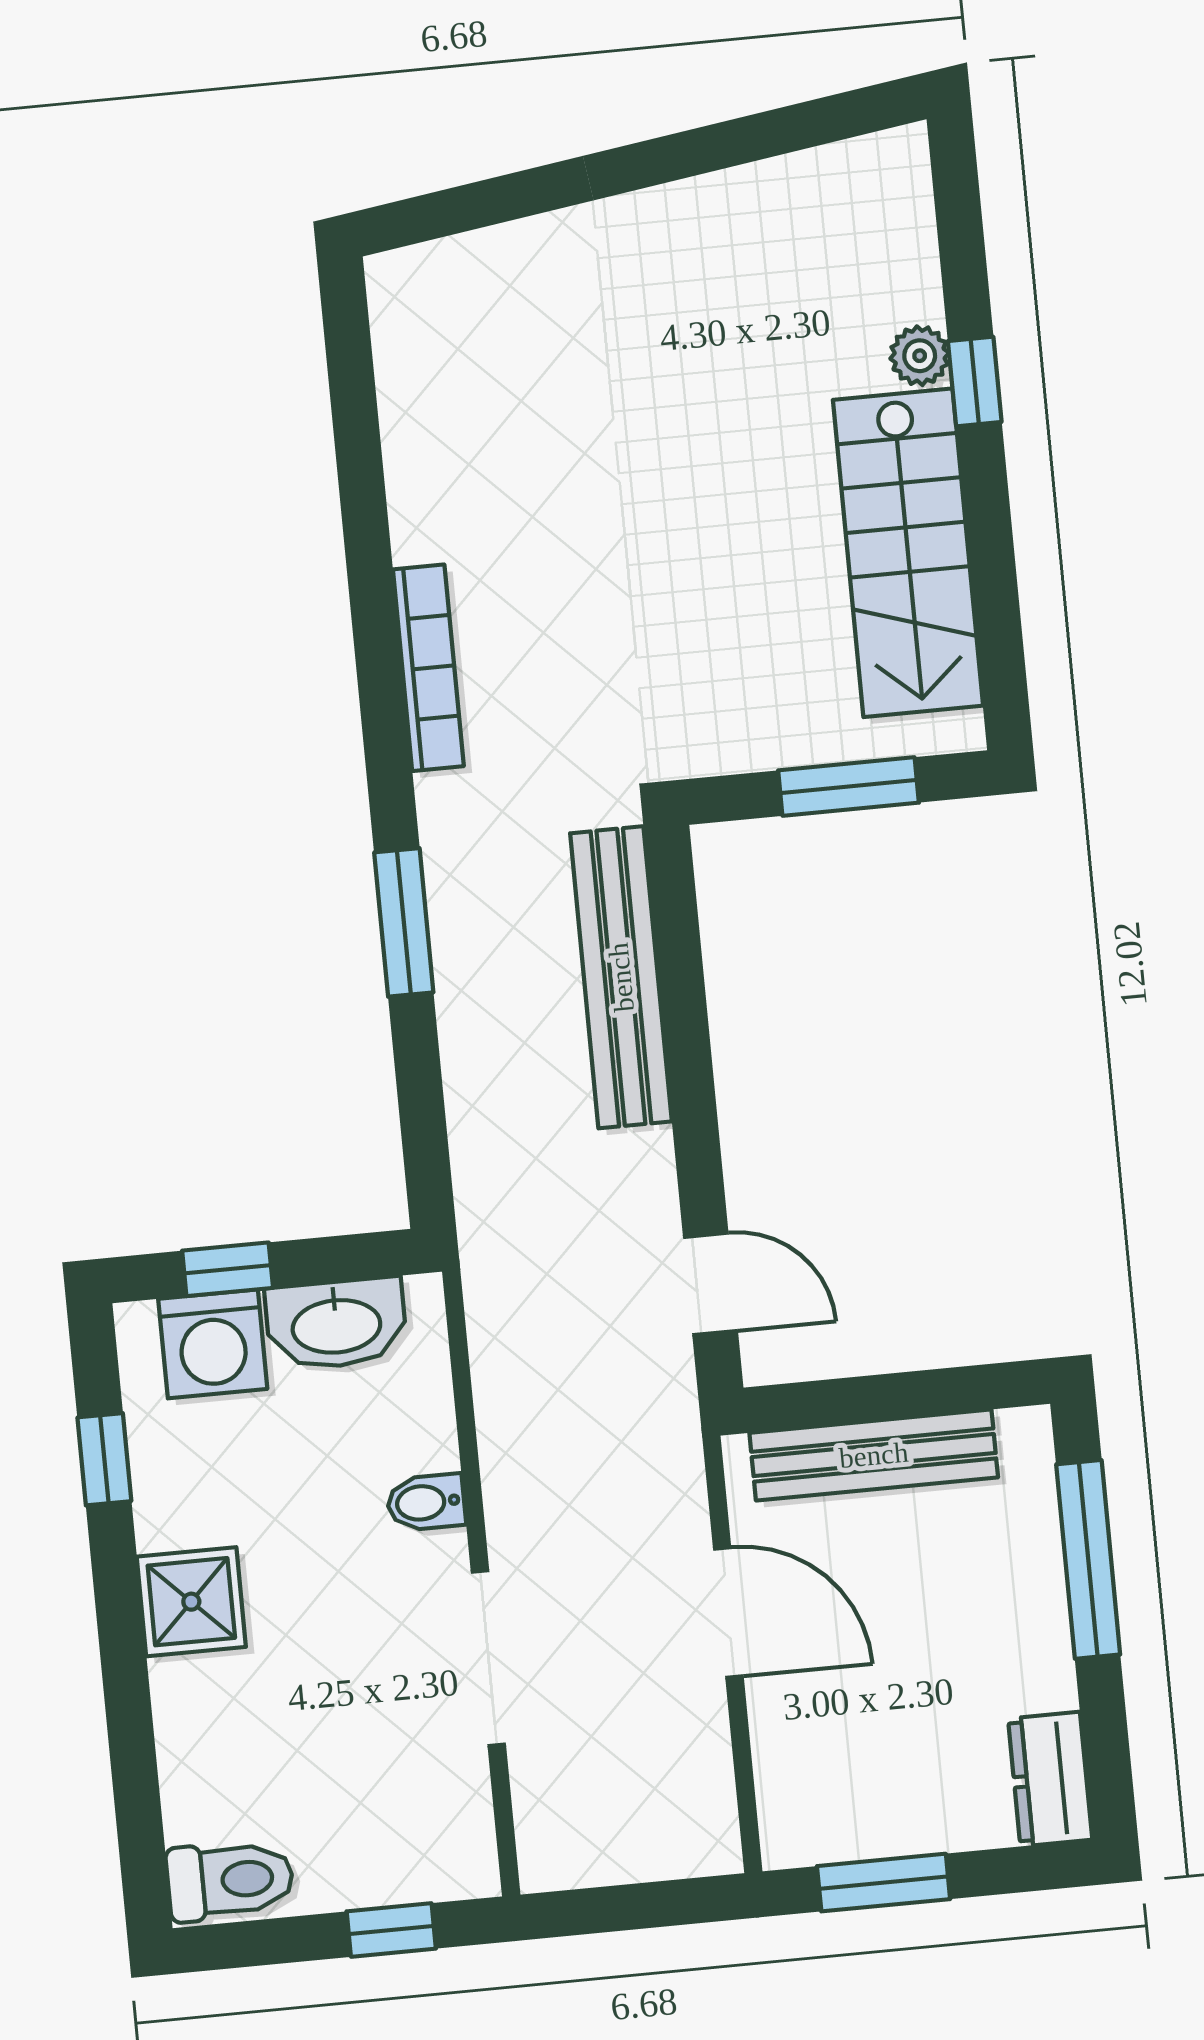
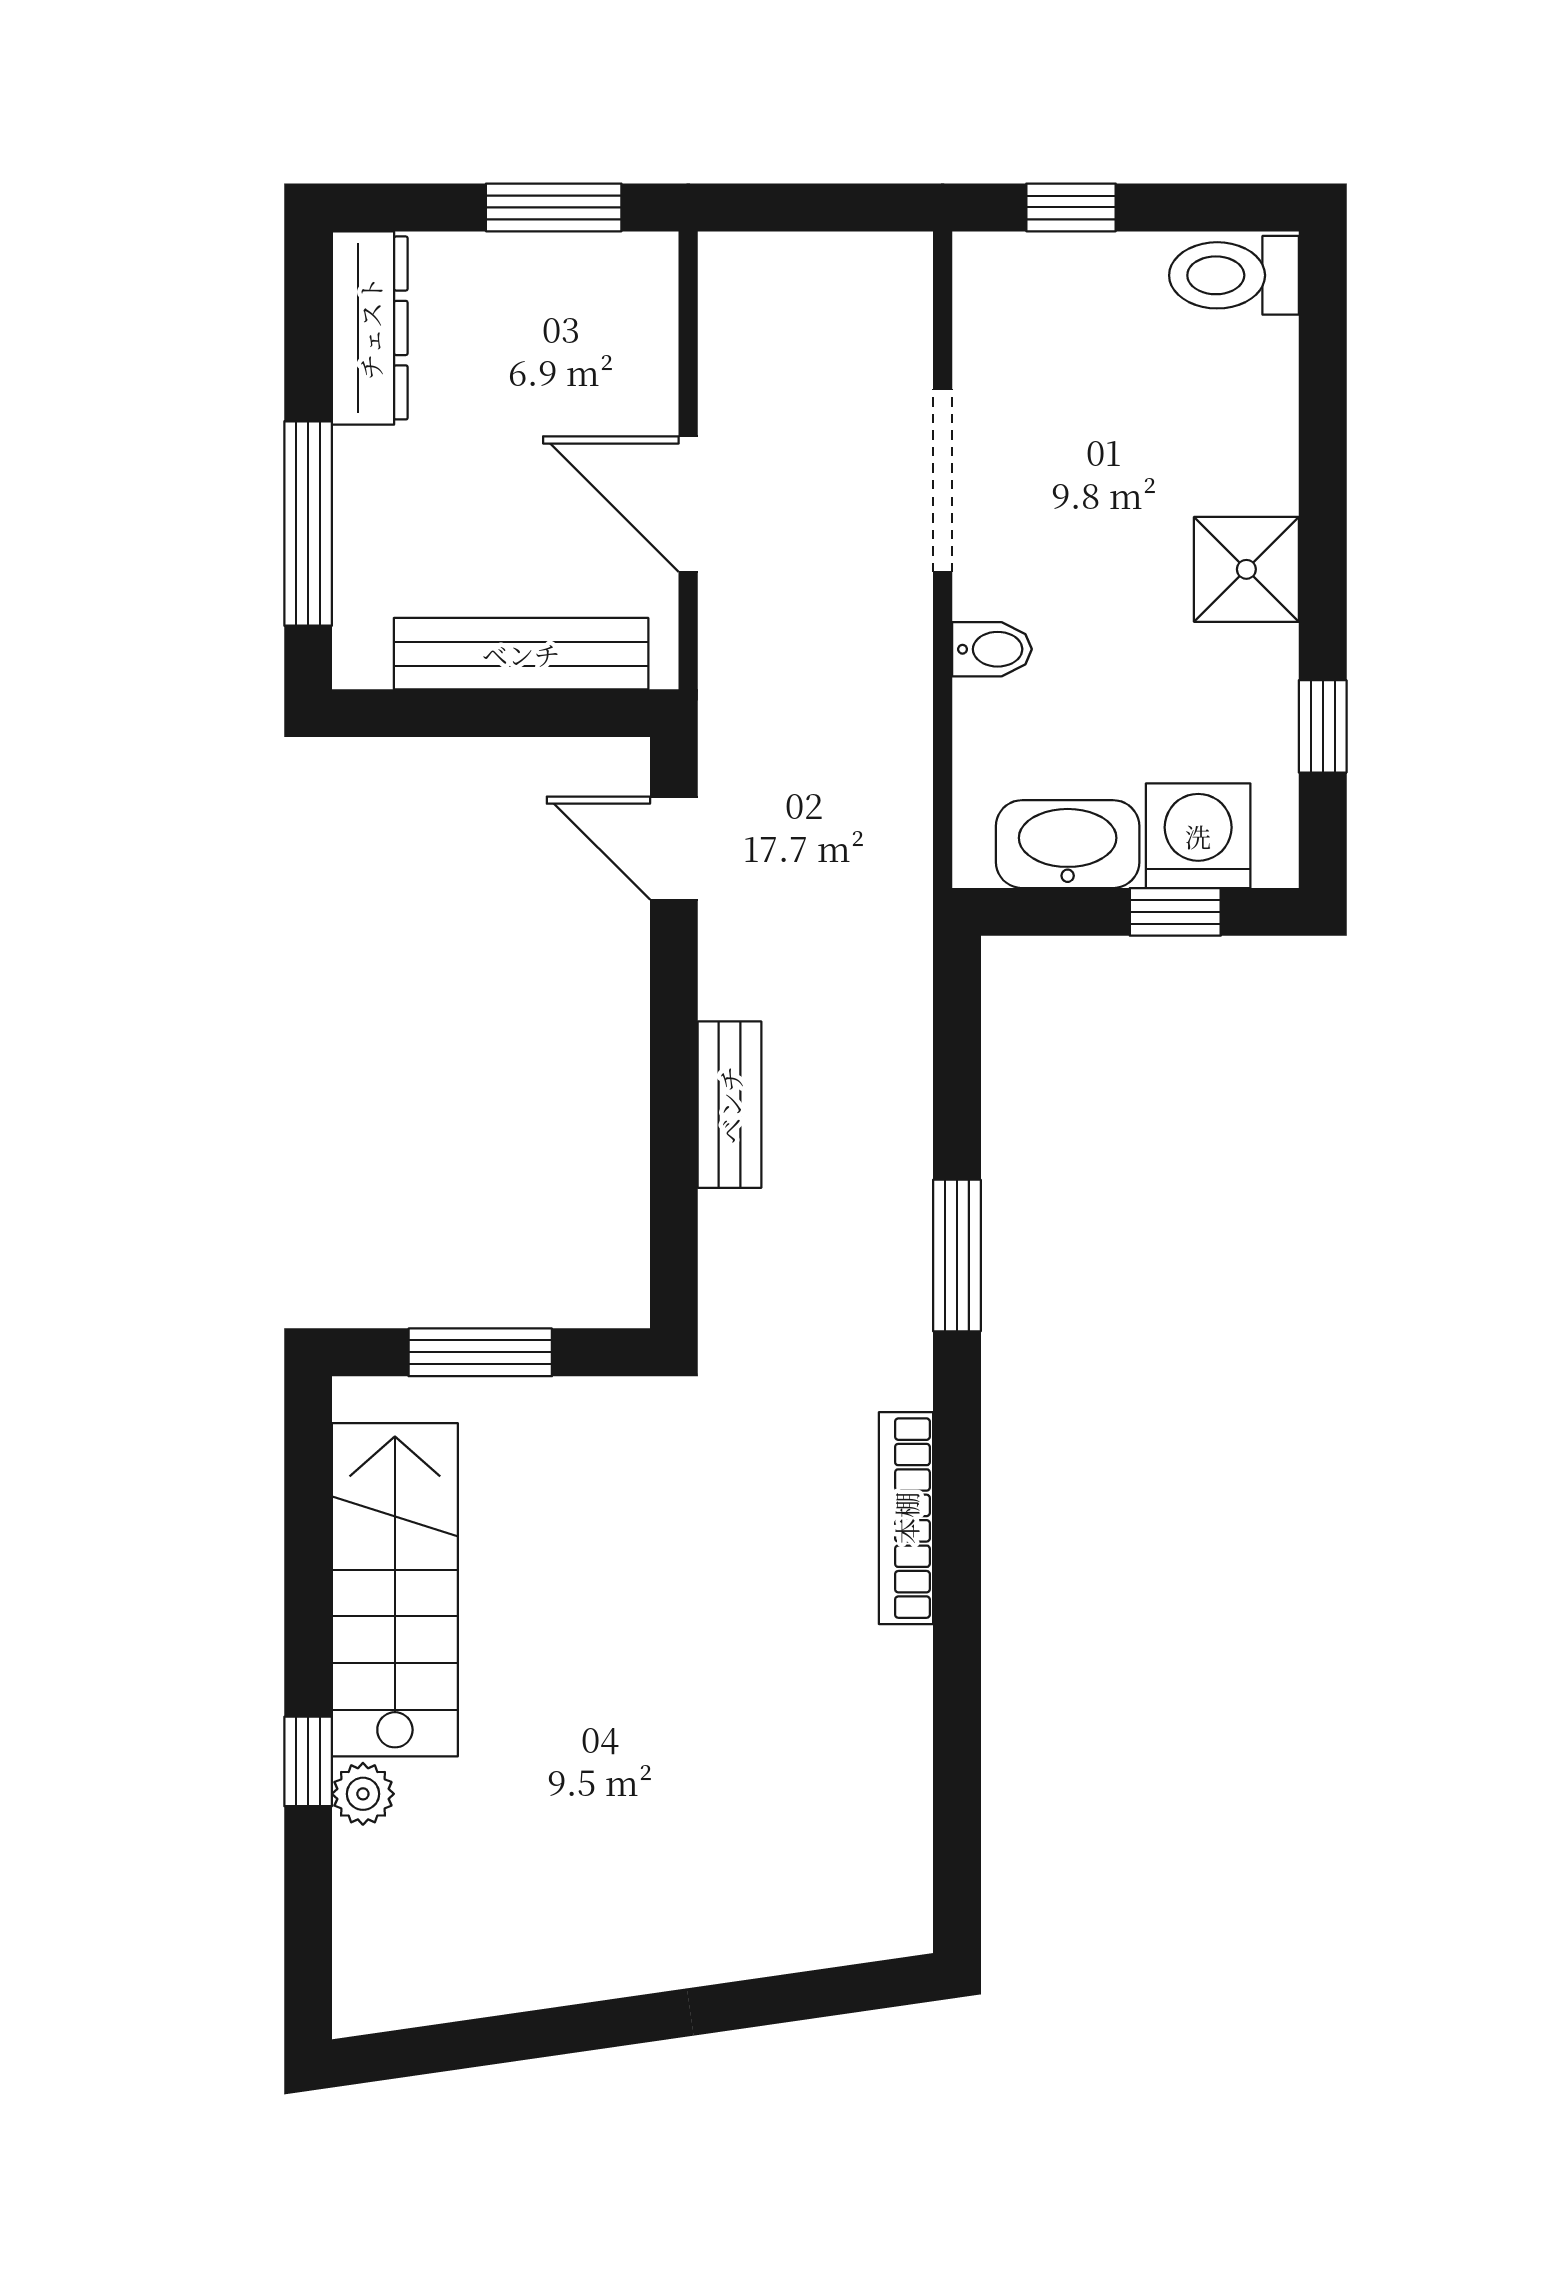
bench: (621, 977) -> (730, 1105), width x0.54, depth x0.82
dresser: (1050, 1779) -> (370, 328), width x1.44

